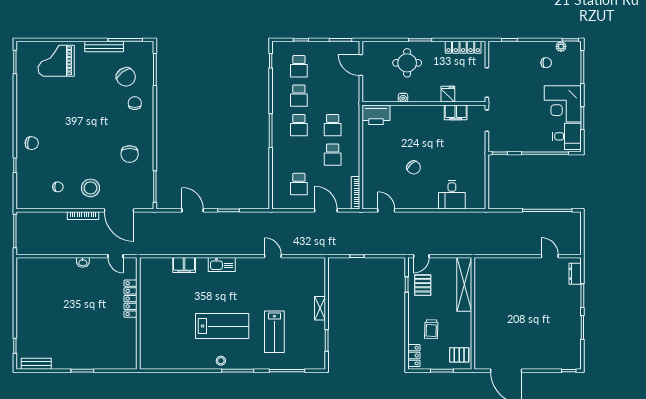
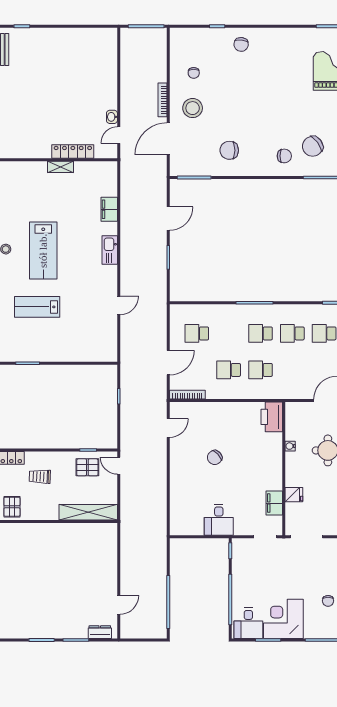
desk: (452, 195) -> (219, 520), moved, turned -90
washbasin: (83, 262) -> (112, 117), moved
shelving: (320, 308) -> (61, 167), moved

